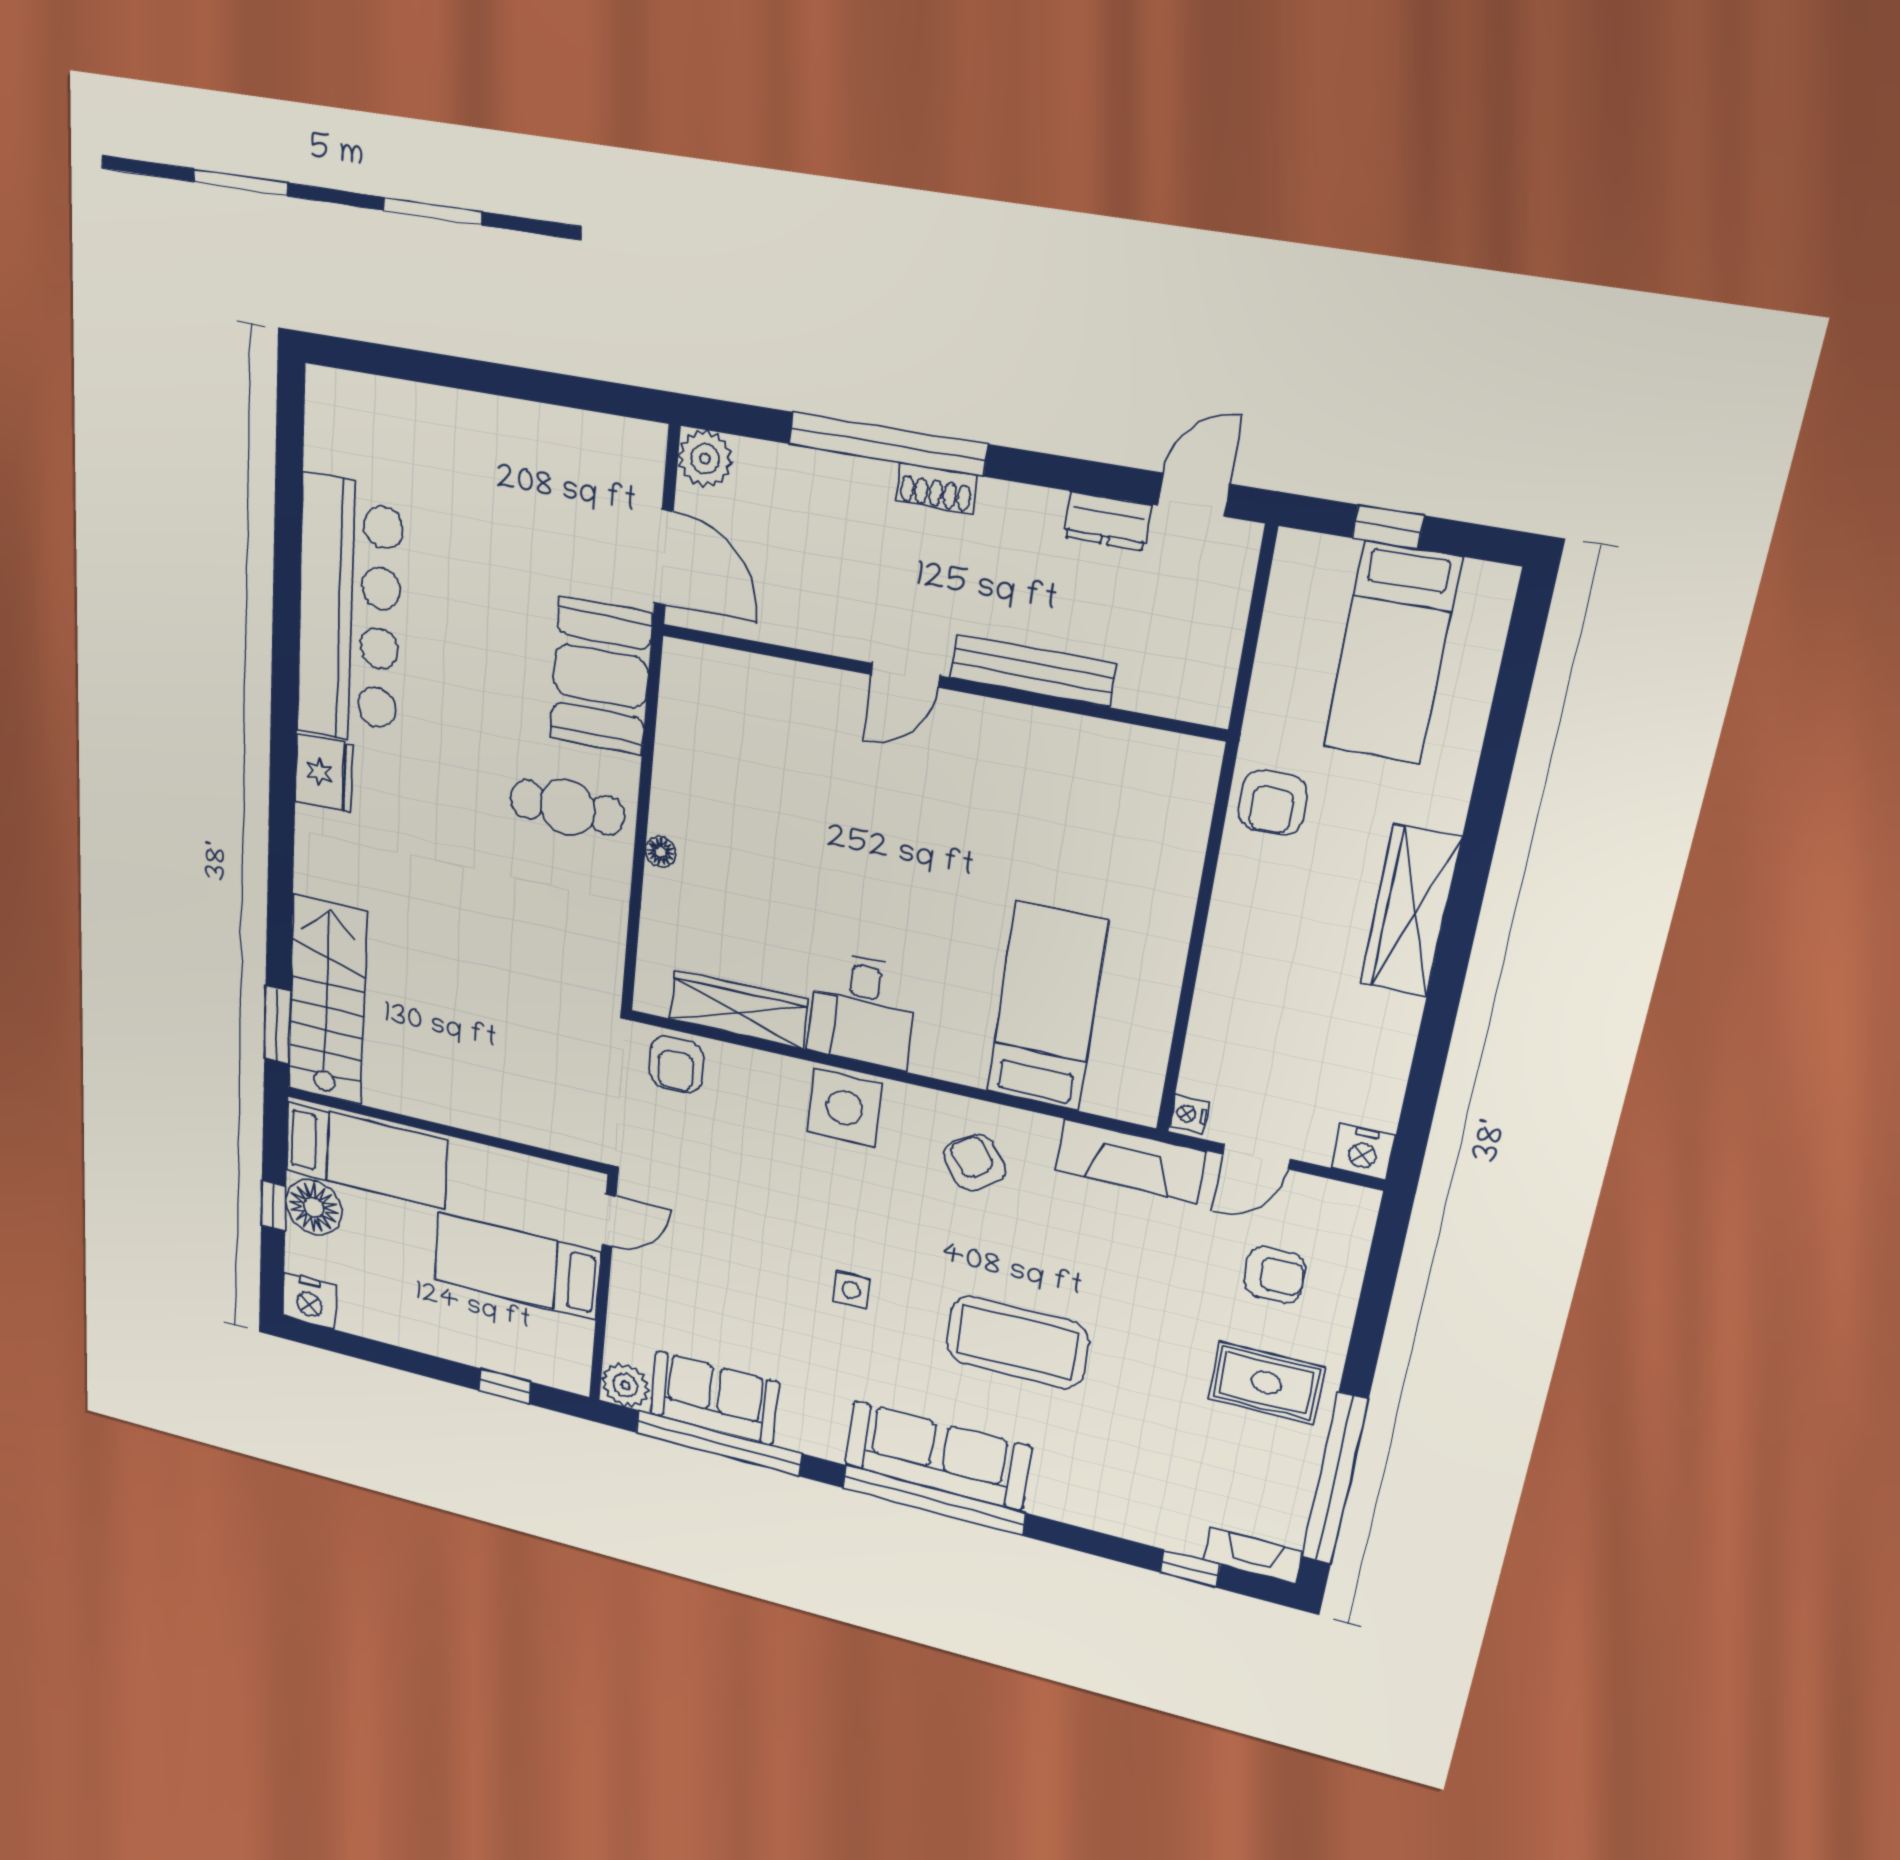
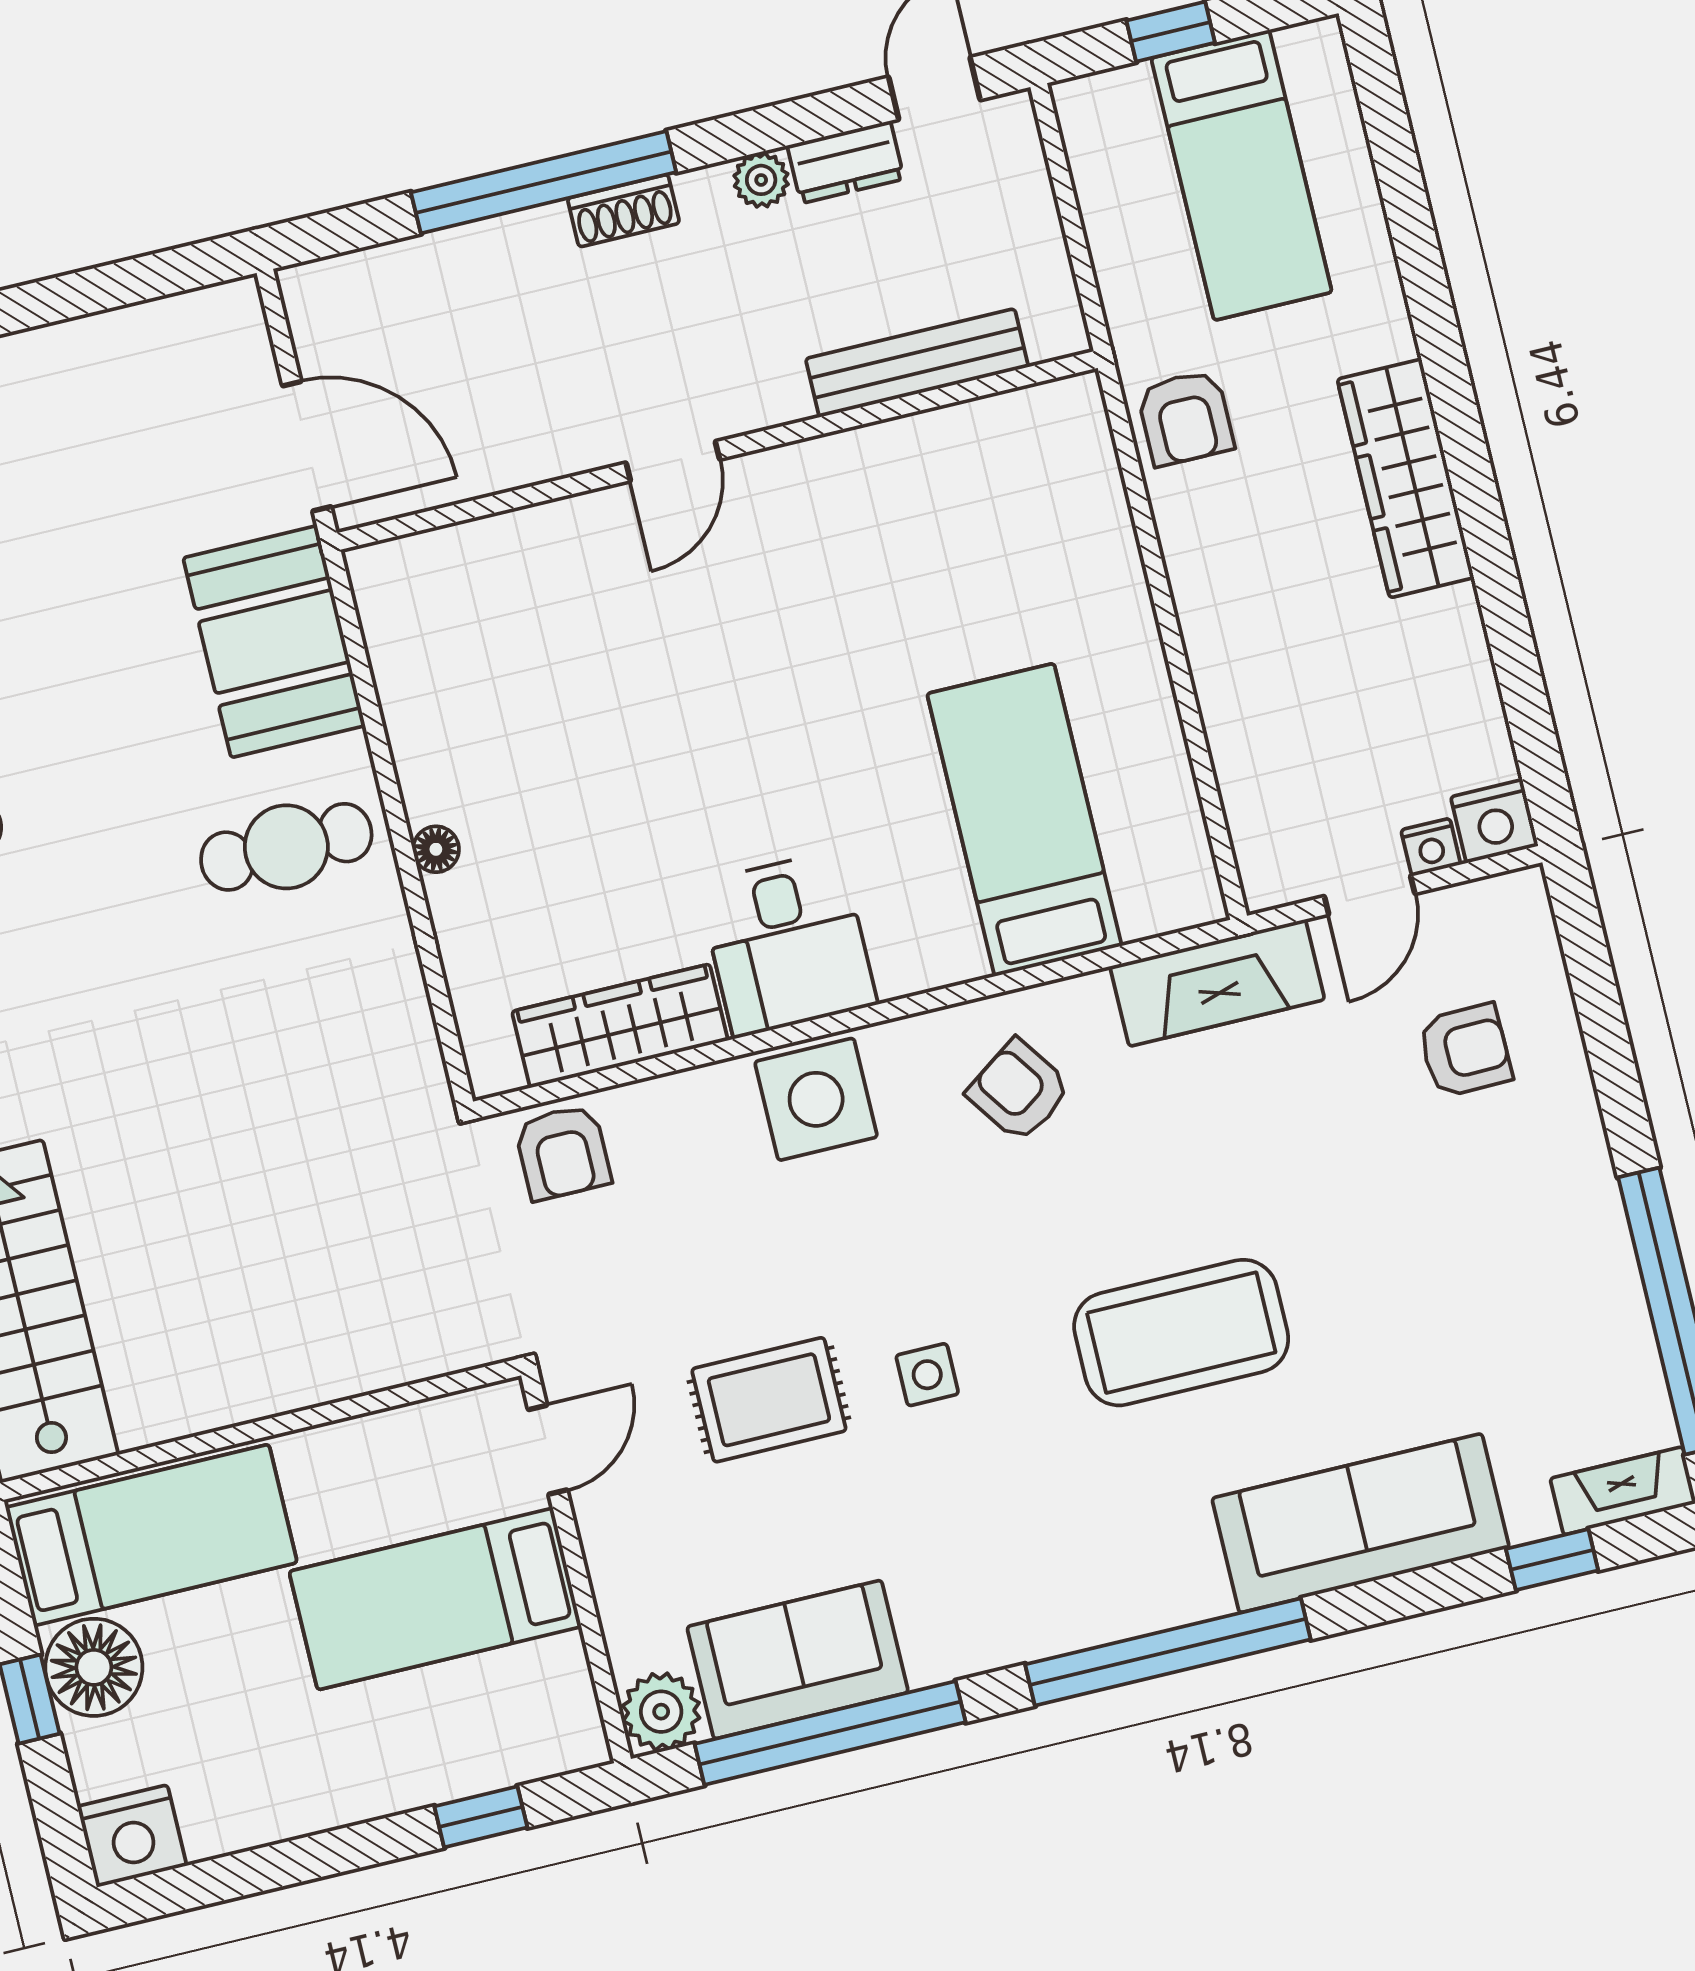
plant: (705, 459) -> (761, 180), moved, width x0.73, depth x0.73
bench: (1033, 670) -> (917, 363), moved
nightstand: (1189, 1114) -> (1431, 847), moved, turned -90
rug: (1266, 1383) -> (769, 1400), moved
sofa: (937, 1456) -> (1361, 1523), moved

